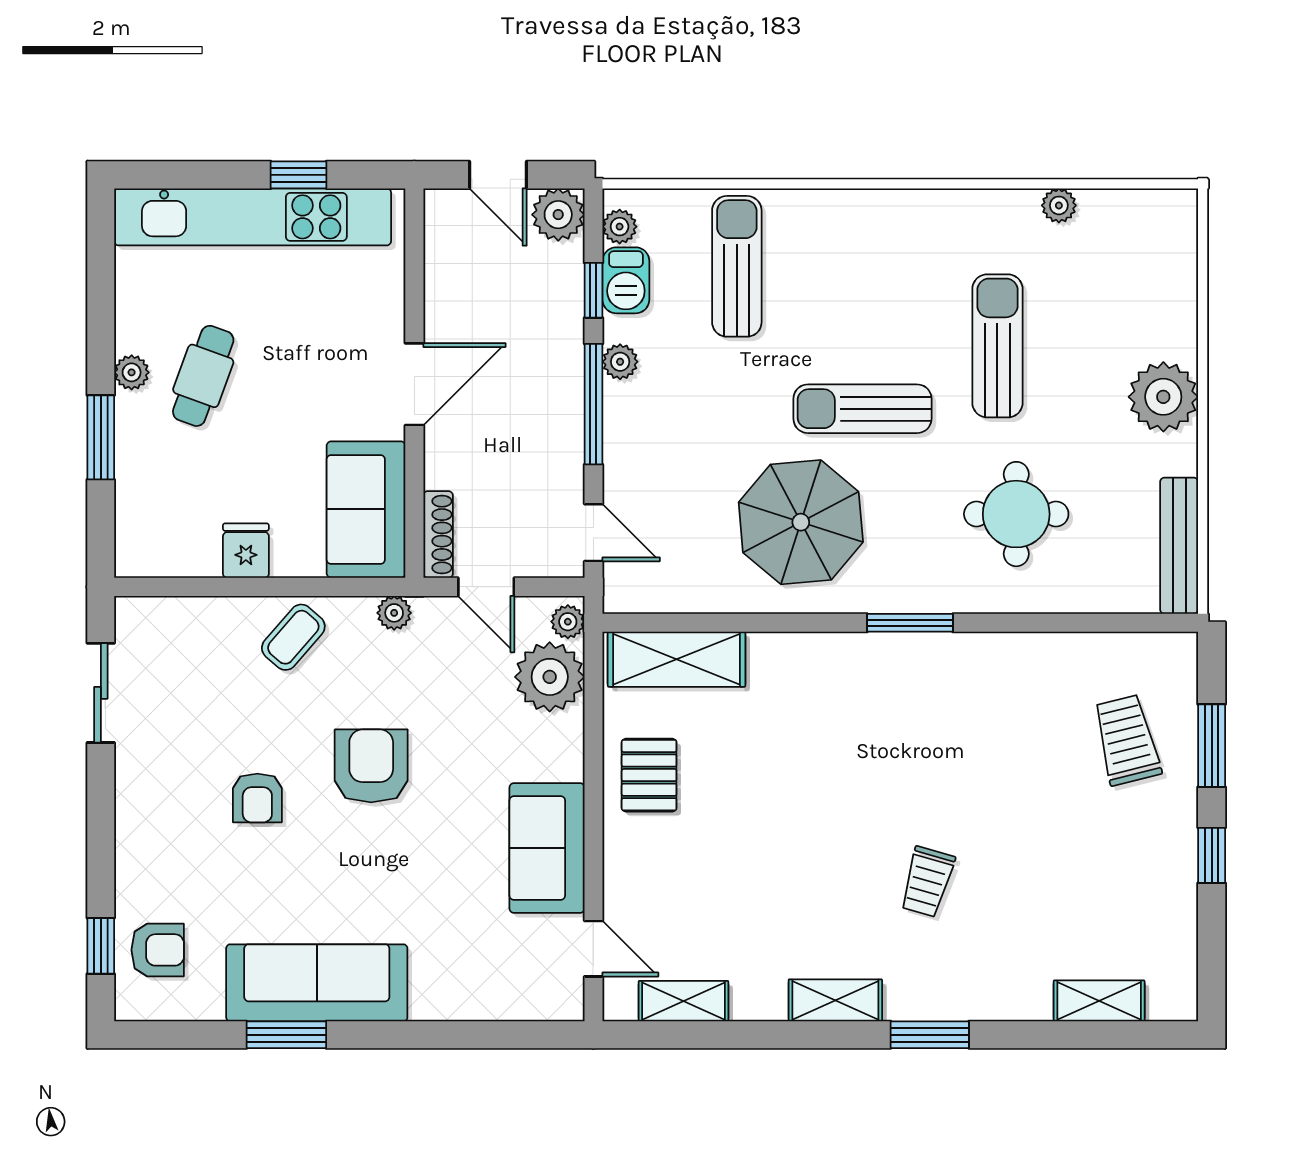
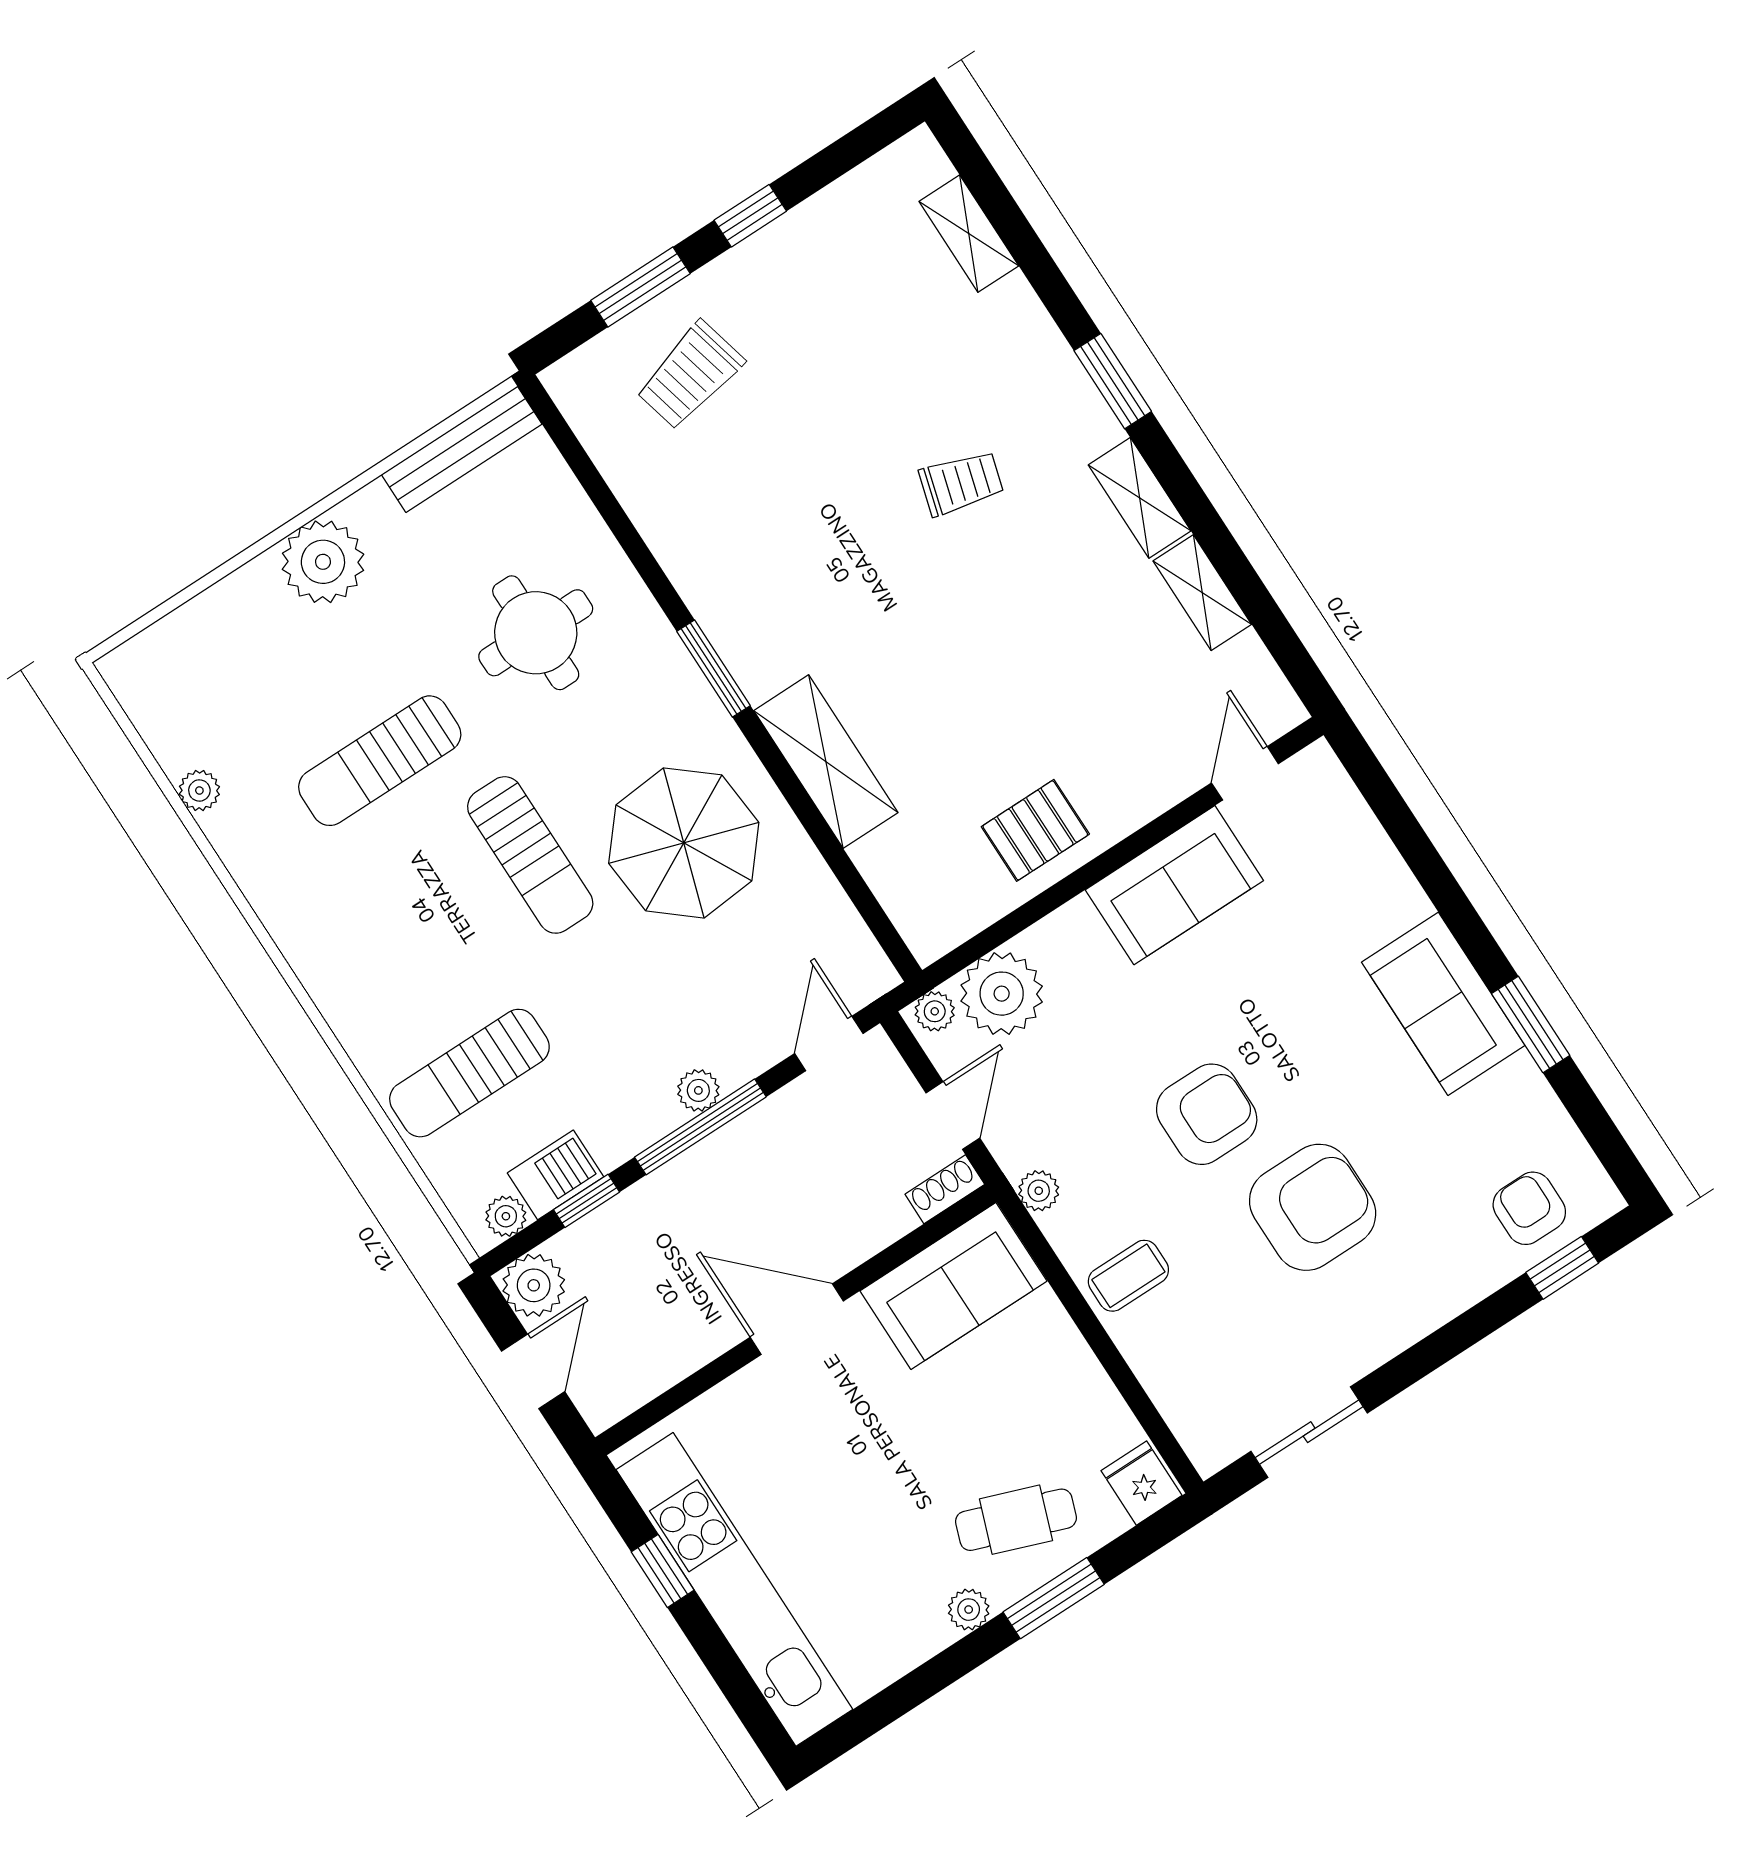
plant: (620, 362) -> (698, 1090), moved
cafe table: (203, 376) -> (1016, 1520), moved
shoe rack: (438, 535) -> (945, 1189), width x0.70
fridge: (246, 551) -> (1142, 1483), moved, turned 90
coffee table: (293, 637) -> (1128, 1276), turned -41
shelving: (677, 659) -> (826, 762), moved
armchair: (371, 766) -> (1207, 1114), turned 180
armchair: (257, 798) -> (1313, 1207), width x1.88, depth x1.88
sofa: (317, 983) -> (1443, 1004), width x0.73
shelving: (683, 1001) -> (1202, 593), moved

